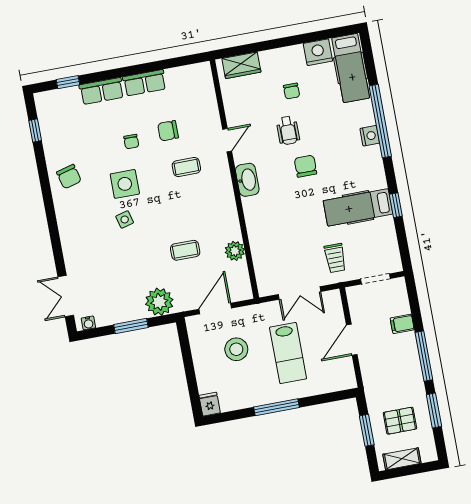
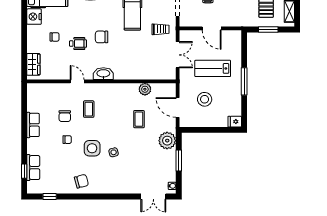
row of seats: (102, 91) -> (33, 168), moved
lab bench: (288, 353) -> (213, 68), turned 180

